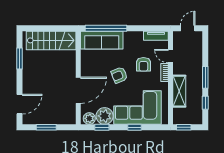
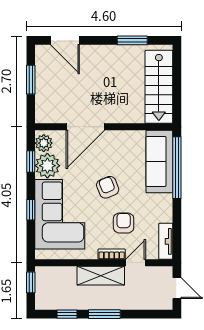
armchair: (143, 64) -> (124, 223), turned 90
door: (78, 90) -> (85, 127), hinge flipped
shelving: (179, 91) -> (101, 276), moved

